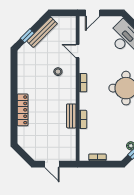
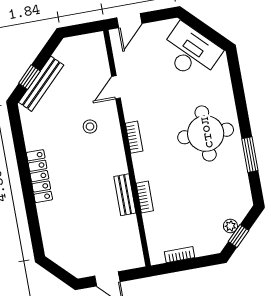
bench: (42, 32) -> (41, 84), moved
door: (78, 51) -> (116, 87), hinge flipped
locker: (23, 110) -> (39, 176), moved

